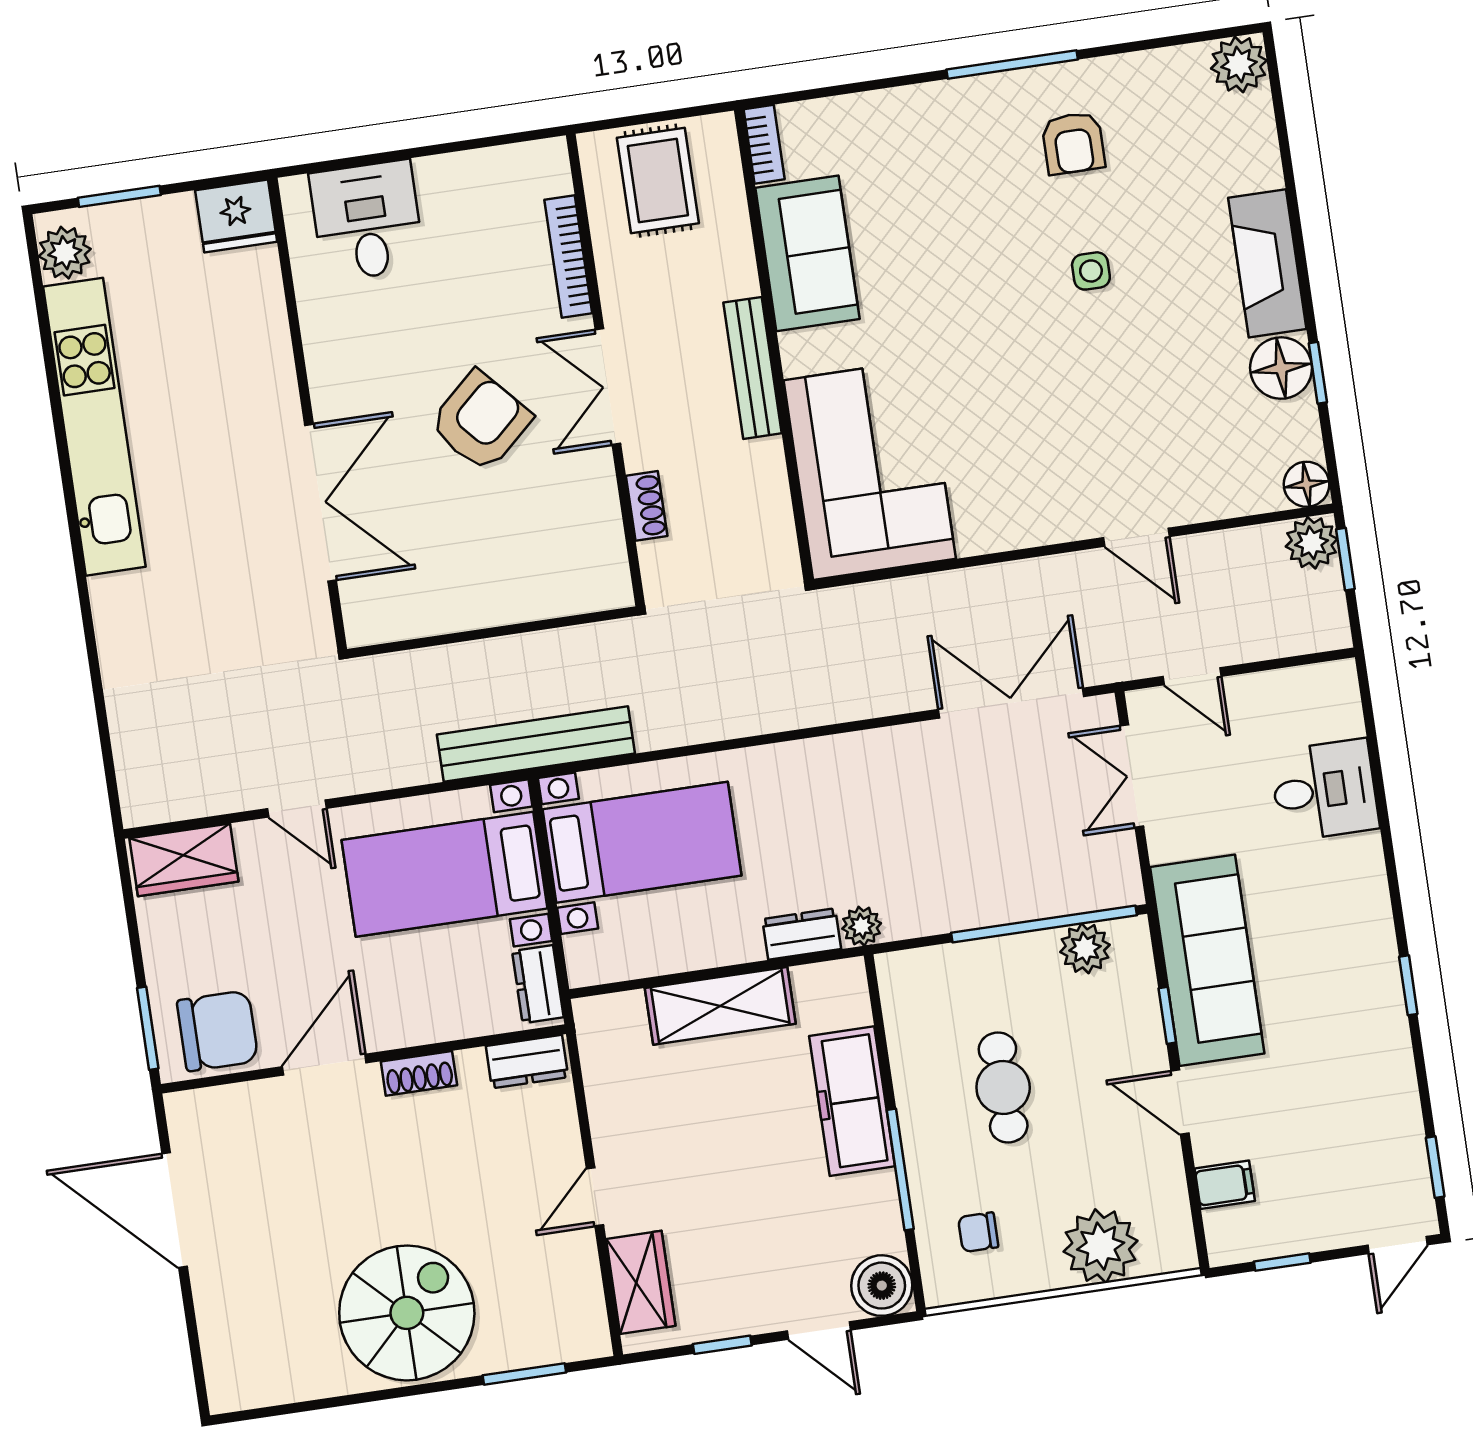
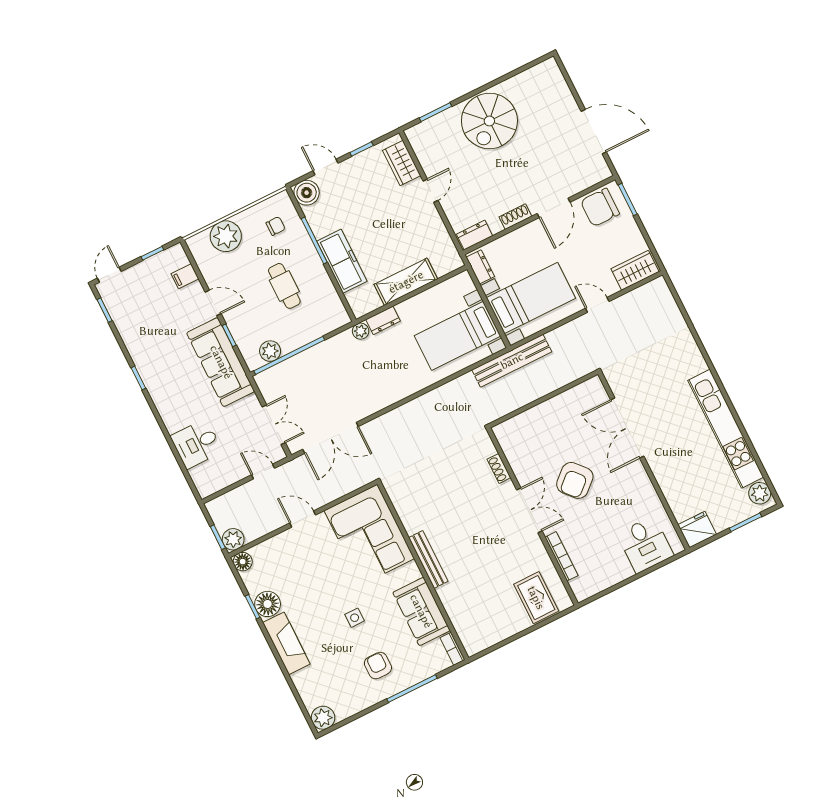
bookcase: (764, 144) -> (452, 649), moved
sofa: (807, 253) -> (421, 611), moved
wall: (774, 345) -> (423, 571), moved
bench: (753, 368) -> (428, 559), moved
corner sofa: (870, 469) -> (369, 535), moved

